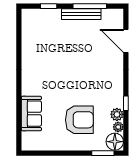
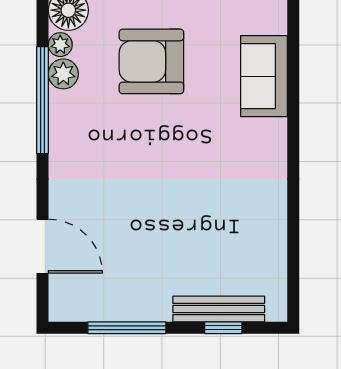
bench: (81, 14) -> (219, 309), moved
window: (126, 103) -> (42, 100), width x3.17

